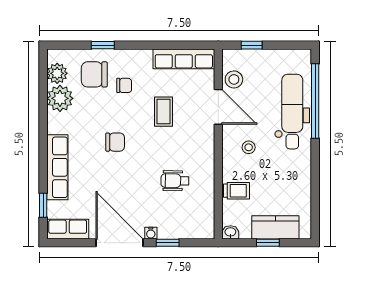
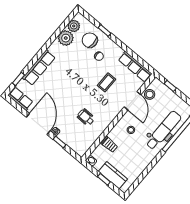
chair: (115, 142) -> (74, 78), removed

